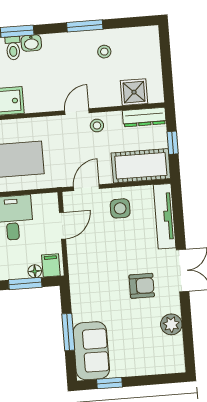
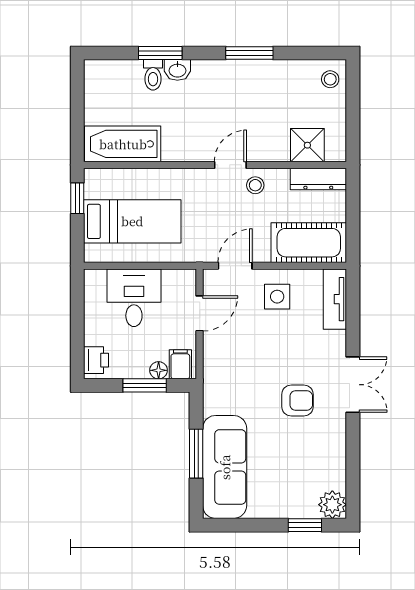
stool: (104, 52) -> (330, 79), moved
window: (173, 143) -> (353, 216), removed
tv unit: (165, 216) -> (335, 299), width x0.71
plant: (171, 324) -> (332, 505), moved
sofa: (91, 351) -> (225, 467), width x1.36
window: (110, 383) -> (305, 525), moved

